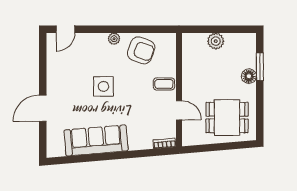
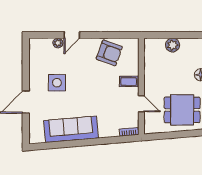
door: (65, 29) -> (72, 35), moved
plant: (114, 39) -> (58, 43), moved
side table: (104, 86) -> (57, 83), moved

